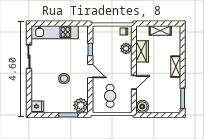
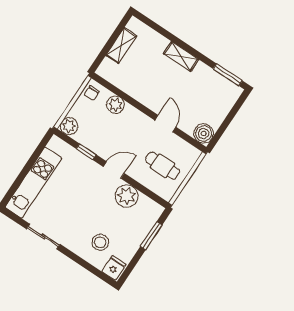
plant: (98, 31) -> (69, 126), added
wardrobe: (142, 51) -> (133, 87), removed
stool: (64, 79) -> (100, 242), moved
plant: (81, 105) -> (127, 196), moved

